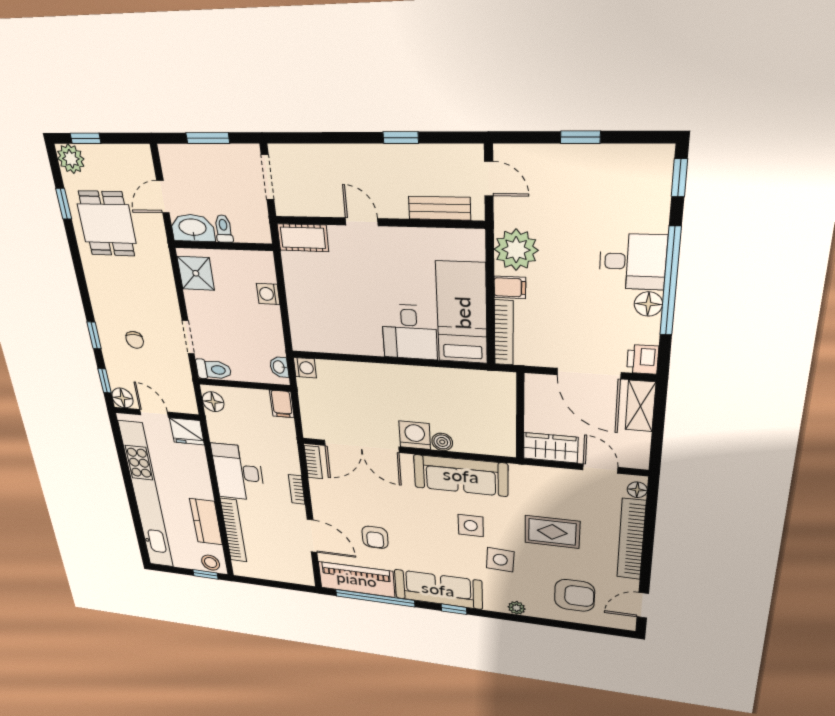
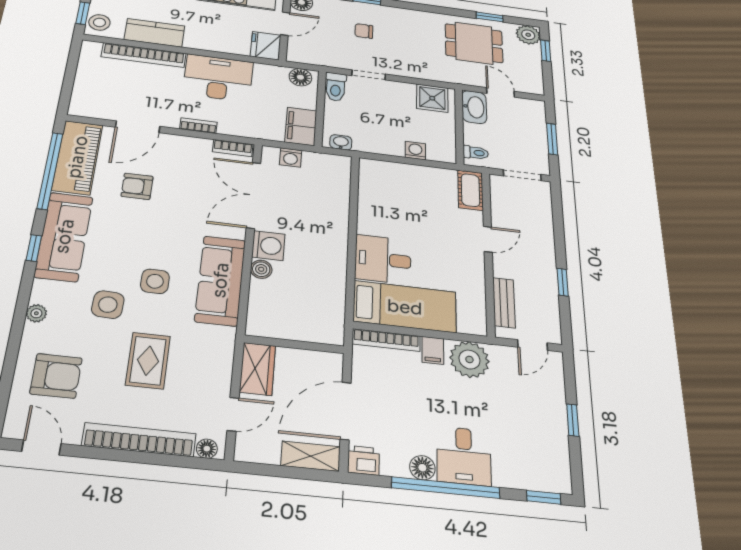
toilet: (224, 229) -> (476, 153), moved
washing machine: (305, 368) -> (291, 157), moved
filing cabinet: (282, 404) -> (301, 126), width x2.00
armchair: (575, 595) -> (56, 376), turned -90

